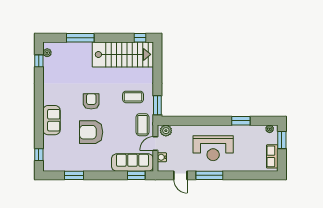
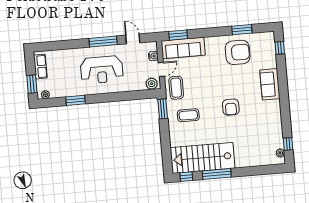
window: (80, 38) -> (217, 174), moved
armchair: (91, 132) -> (238, 52), moved
reception desk: (213, 148) -> (102, 70), turned 180

